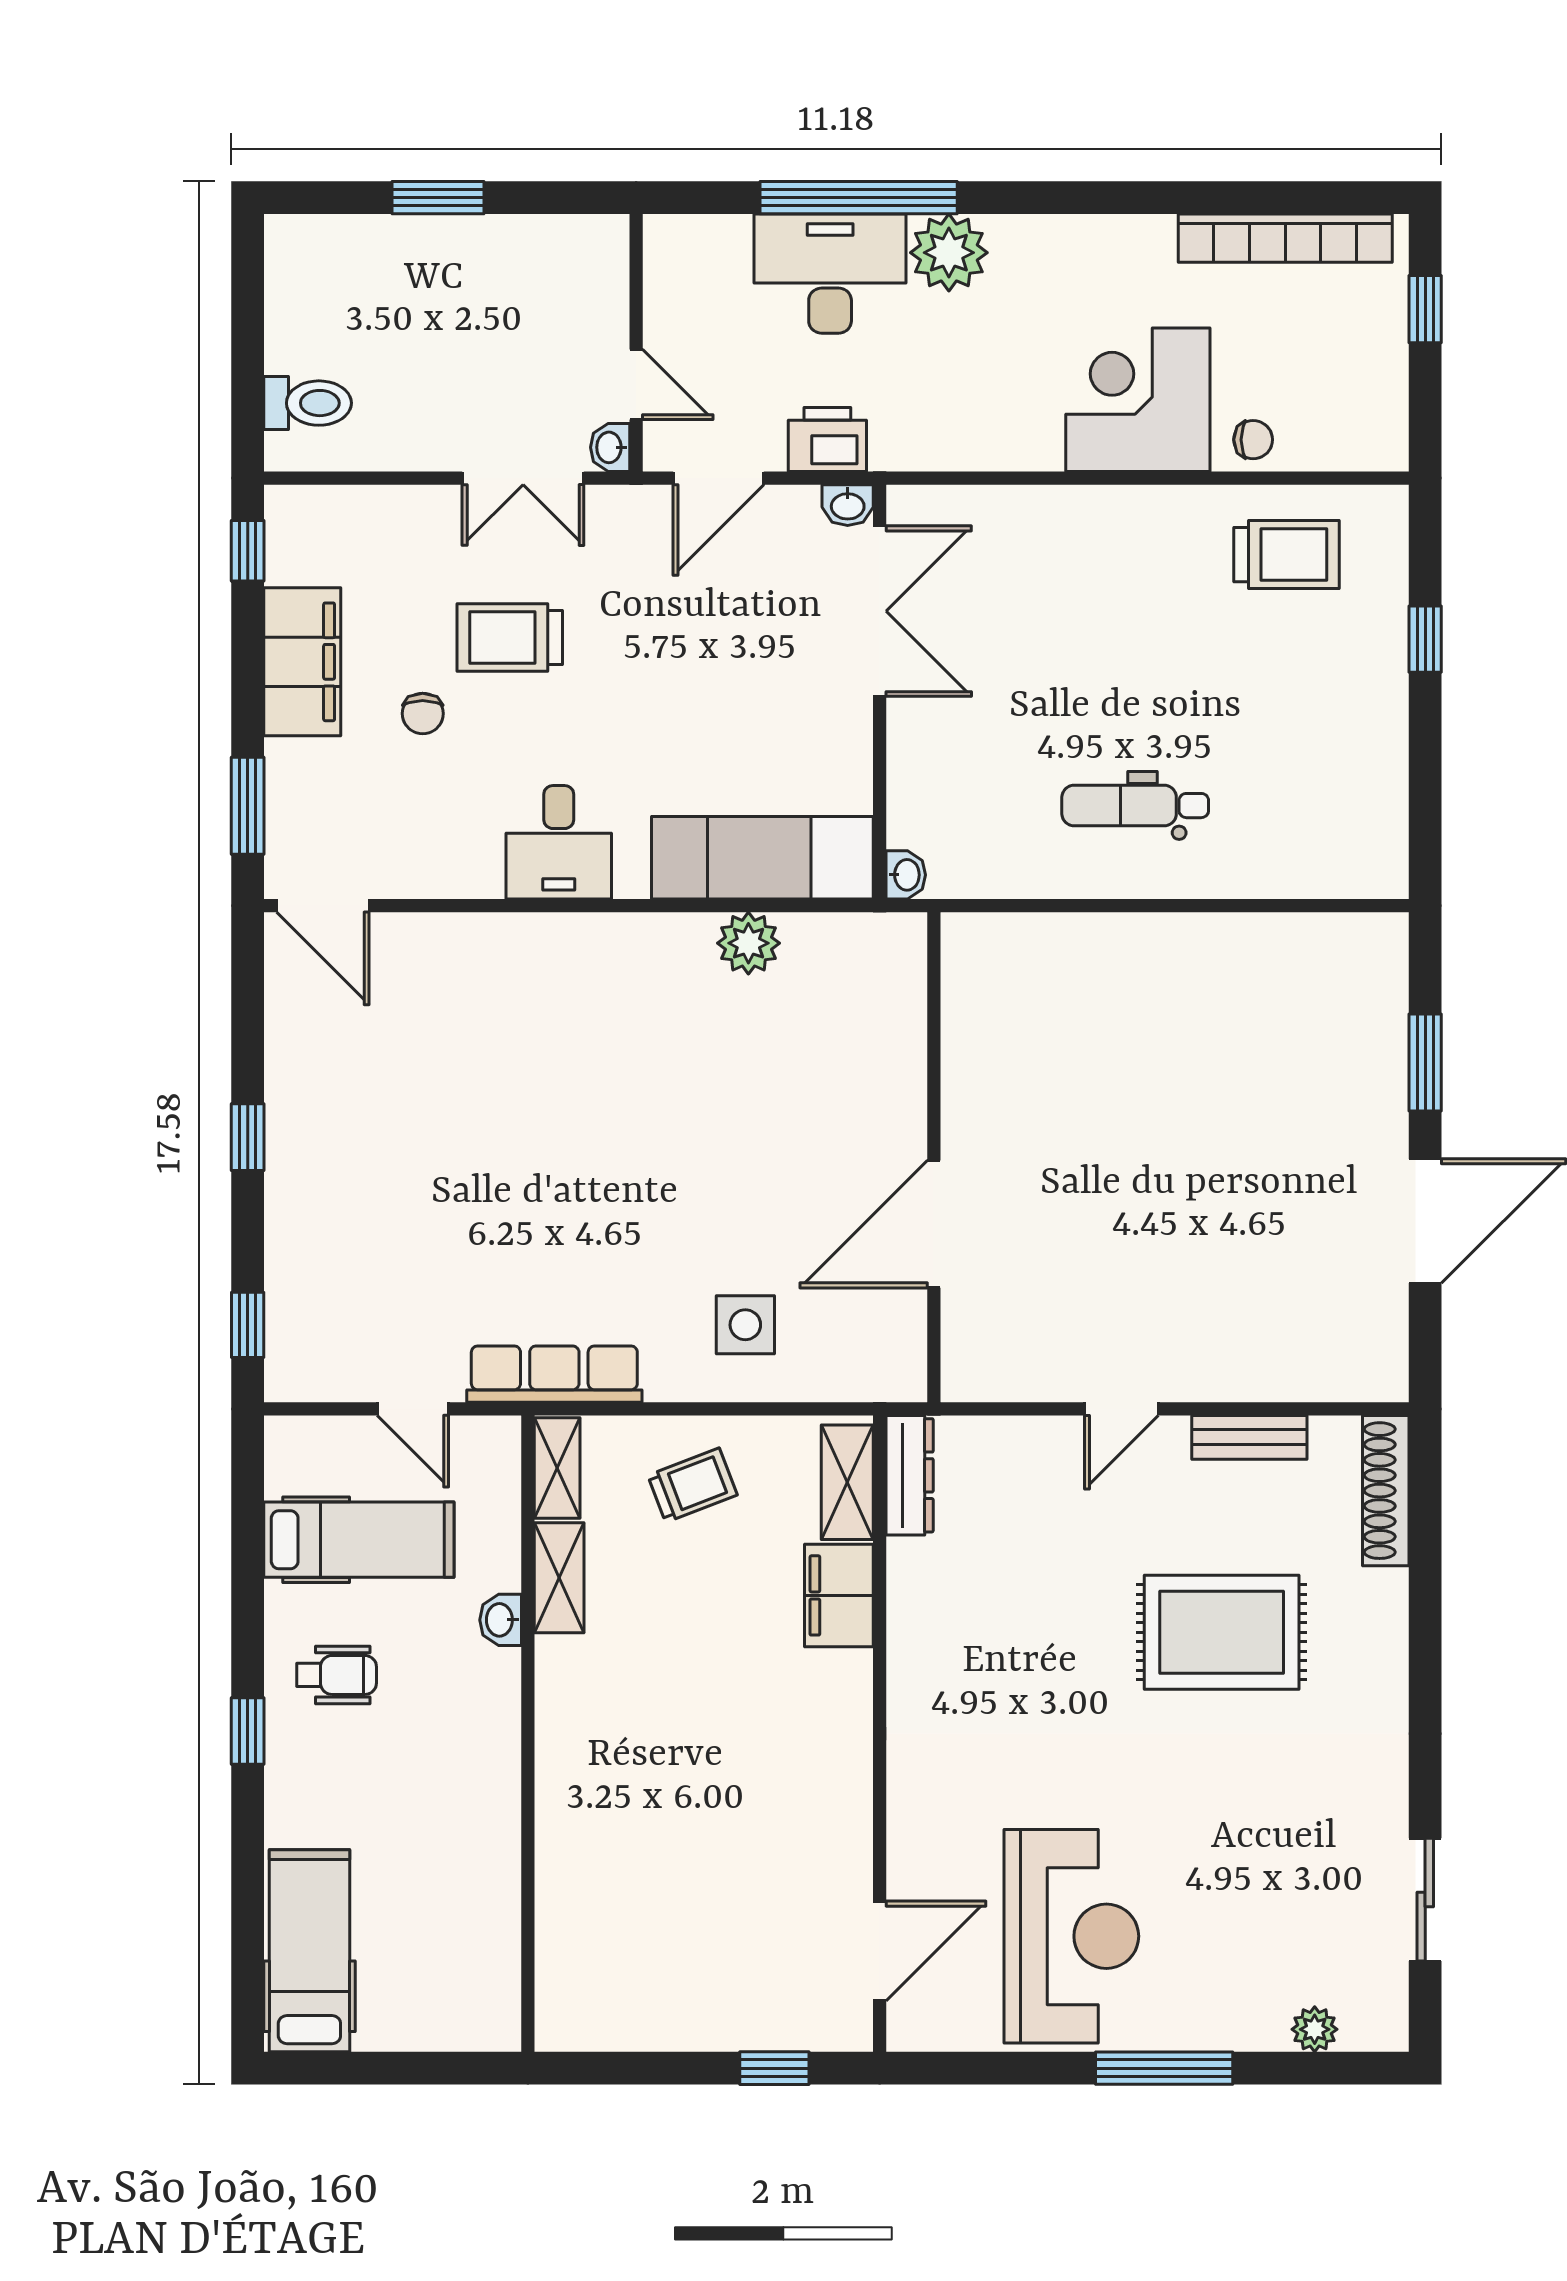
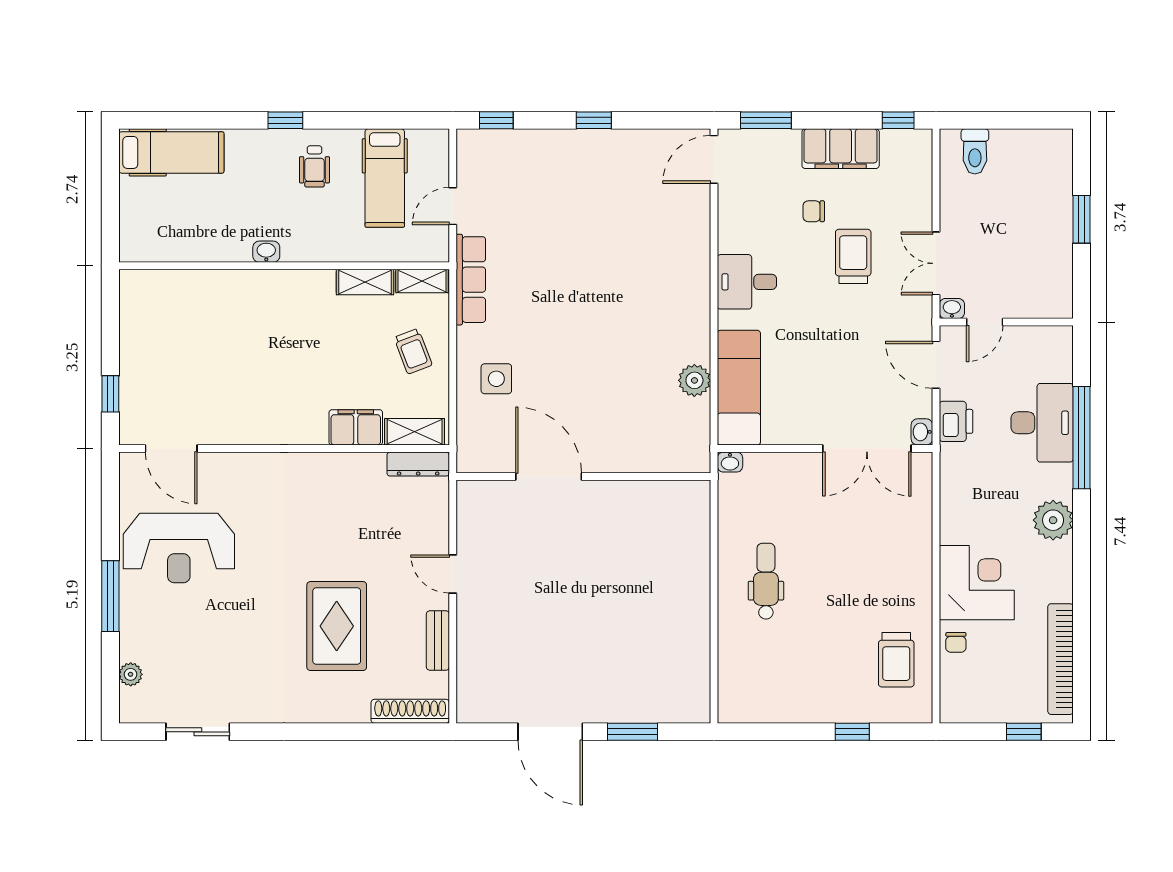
plant: (949, 253) -> (1053, 520), moved
washbasin: (501, 1620) -> (266, 252), moved

